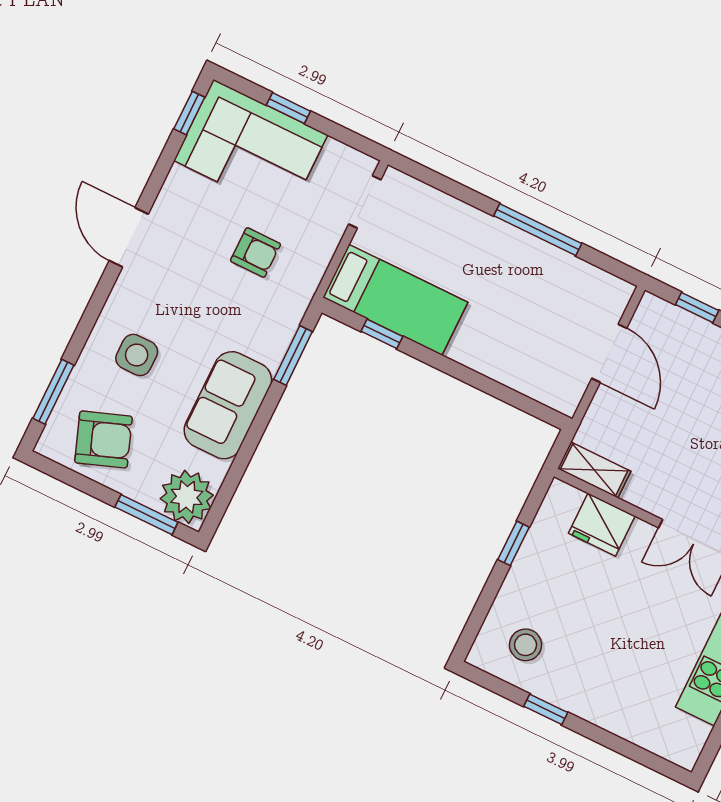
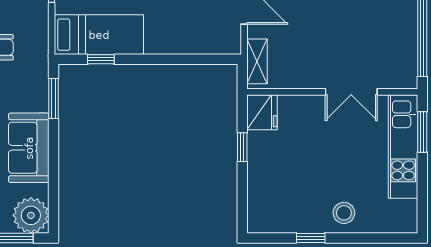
shelving: (594, 470) -> (257, 61), moved, turned 90
fridge: (602, 525) -> (262, 112), moved, turned -90
stool: (526, 645) -> (344, 213), moved

